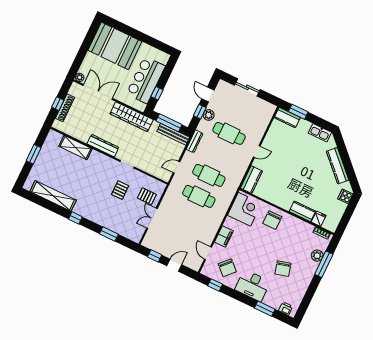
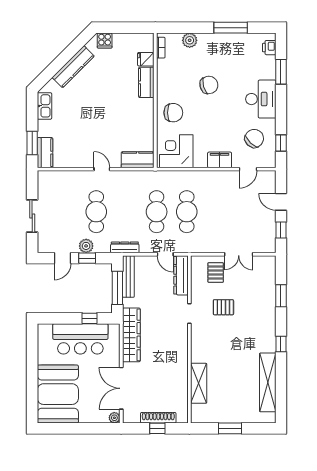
dresser: (103, 146) -> (181, 275), moved
window: (324, 264) -> (231, 28), moved
chair: (283, 269) -> (209, 85), moved

